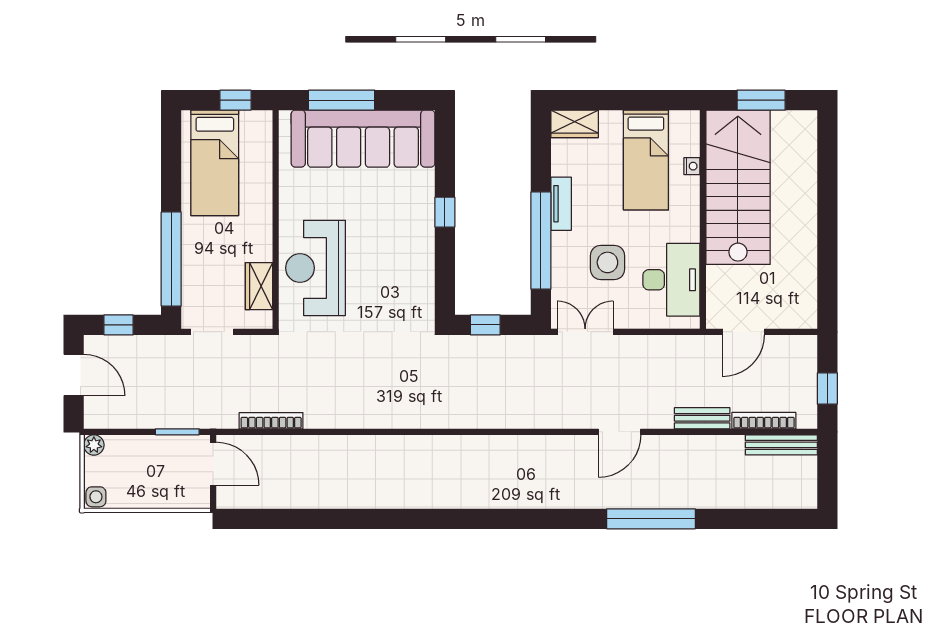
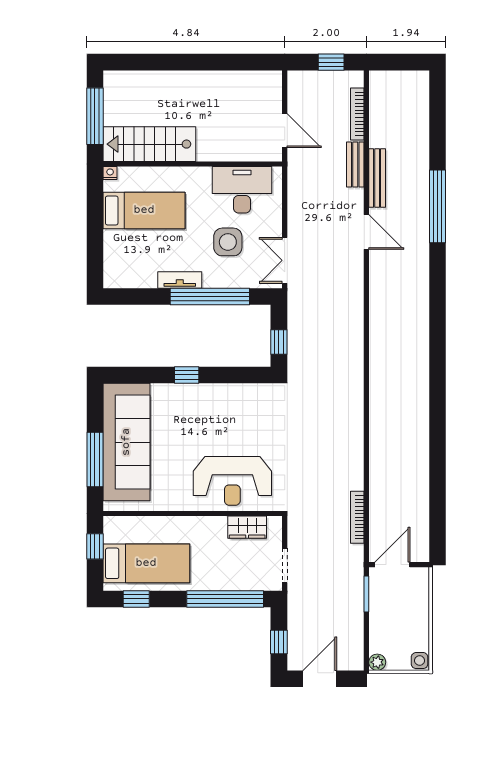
window: (761, 100) -> (95, 116), width x1.44
wardrobe: (575, 124) -> (114, 269), removed
window: (171, 151) -> (136, 599), added
nightstand: (692, 166) -> (110, 173), moved
stairs: (738, 187) -> (149, 144), width x0.73, depth x0.66
bench: (781, 445) -> (377, 178), moved

